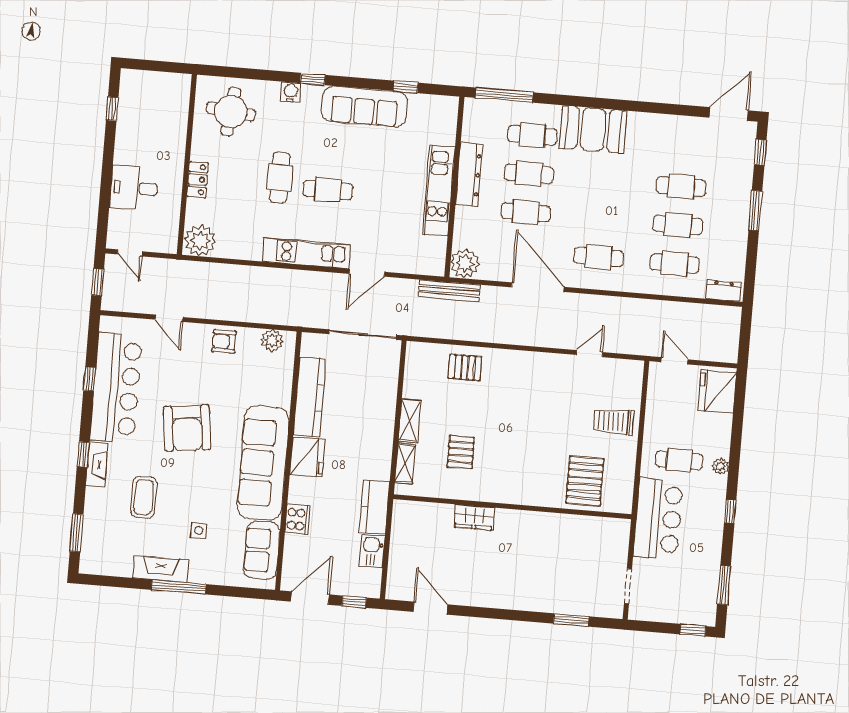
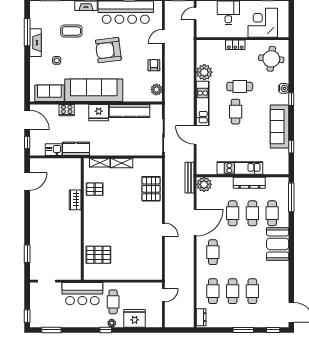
corner desk: (159, 122) -> (263, 23), added
plant: (200, 241) -> (204, 72), moved
door: (589, 354) -> (163, 230), moved
pallet: (465, 368) -> (151, 189), width x1.50, depth x1.42
fridge: (717, 391) -> (135, 318), moved
trolley: (614, 422) -> (130, 267), removed
pallet: (461, 452) -> (95, 189), moved
window: (730, 511) -> (106, 330), moved
window: (179, 587) -> (27, 32), moved

